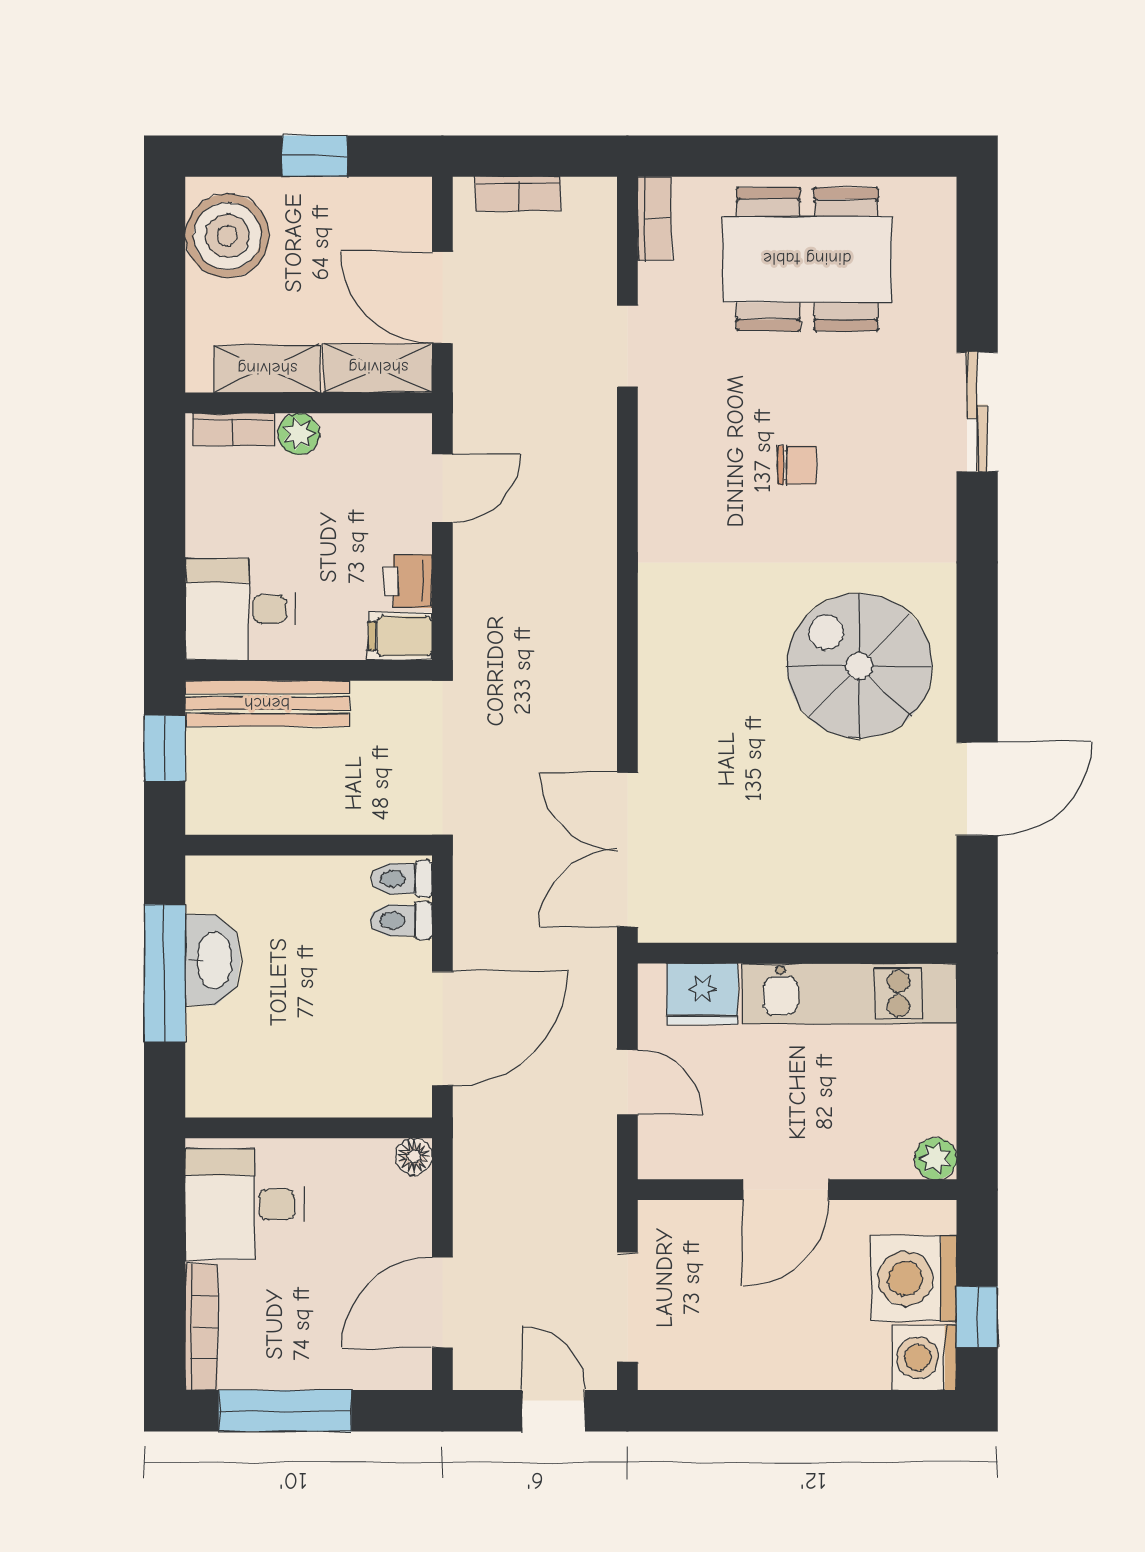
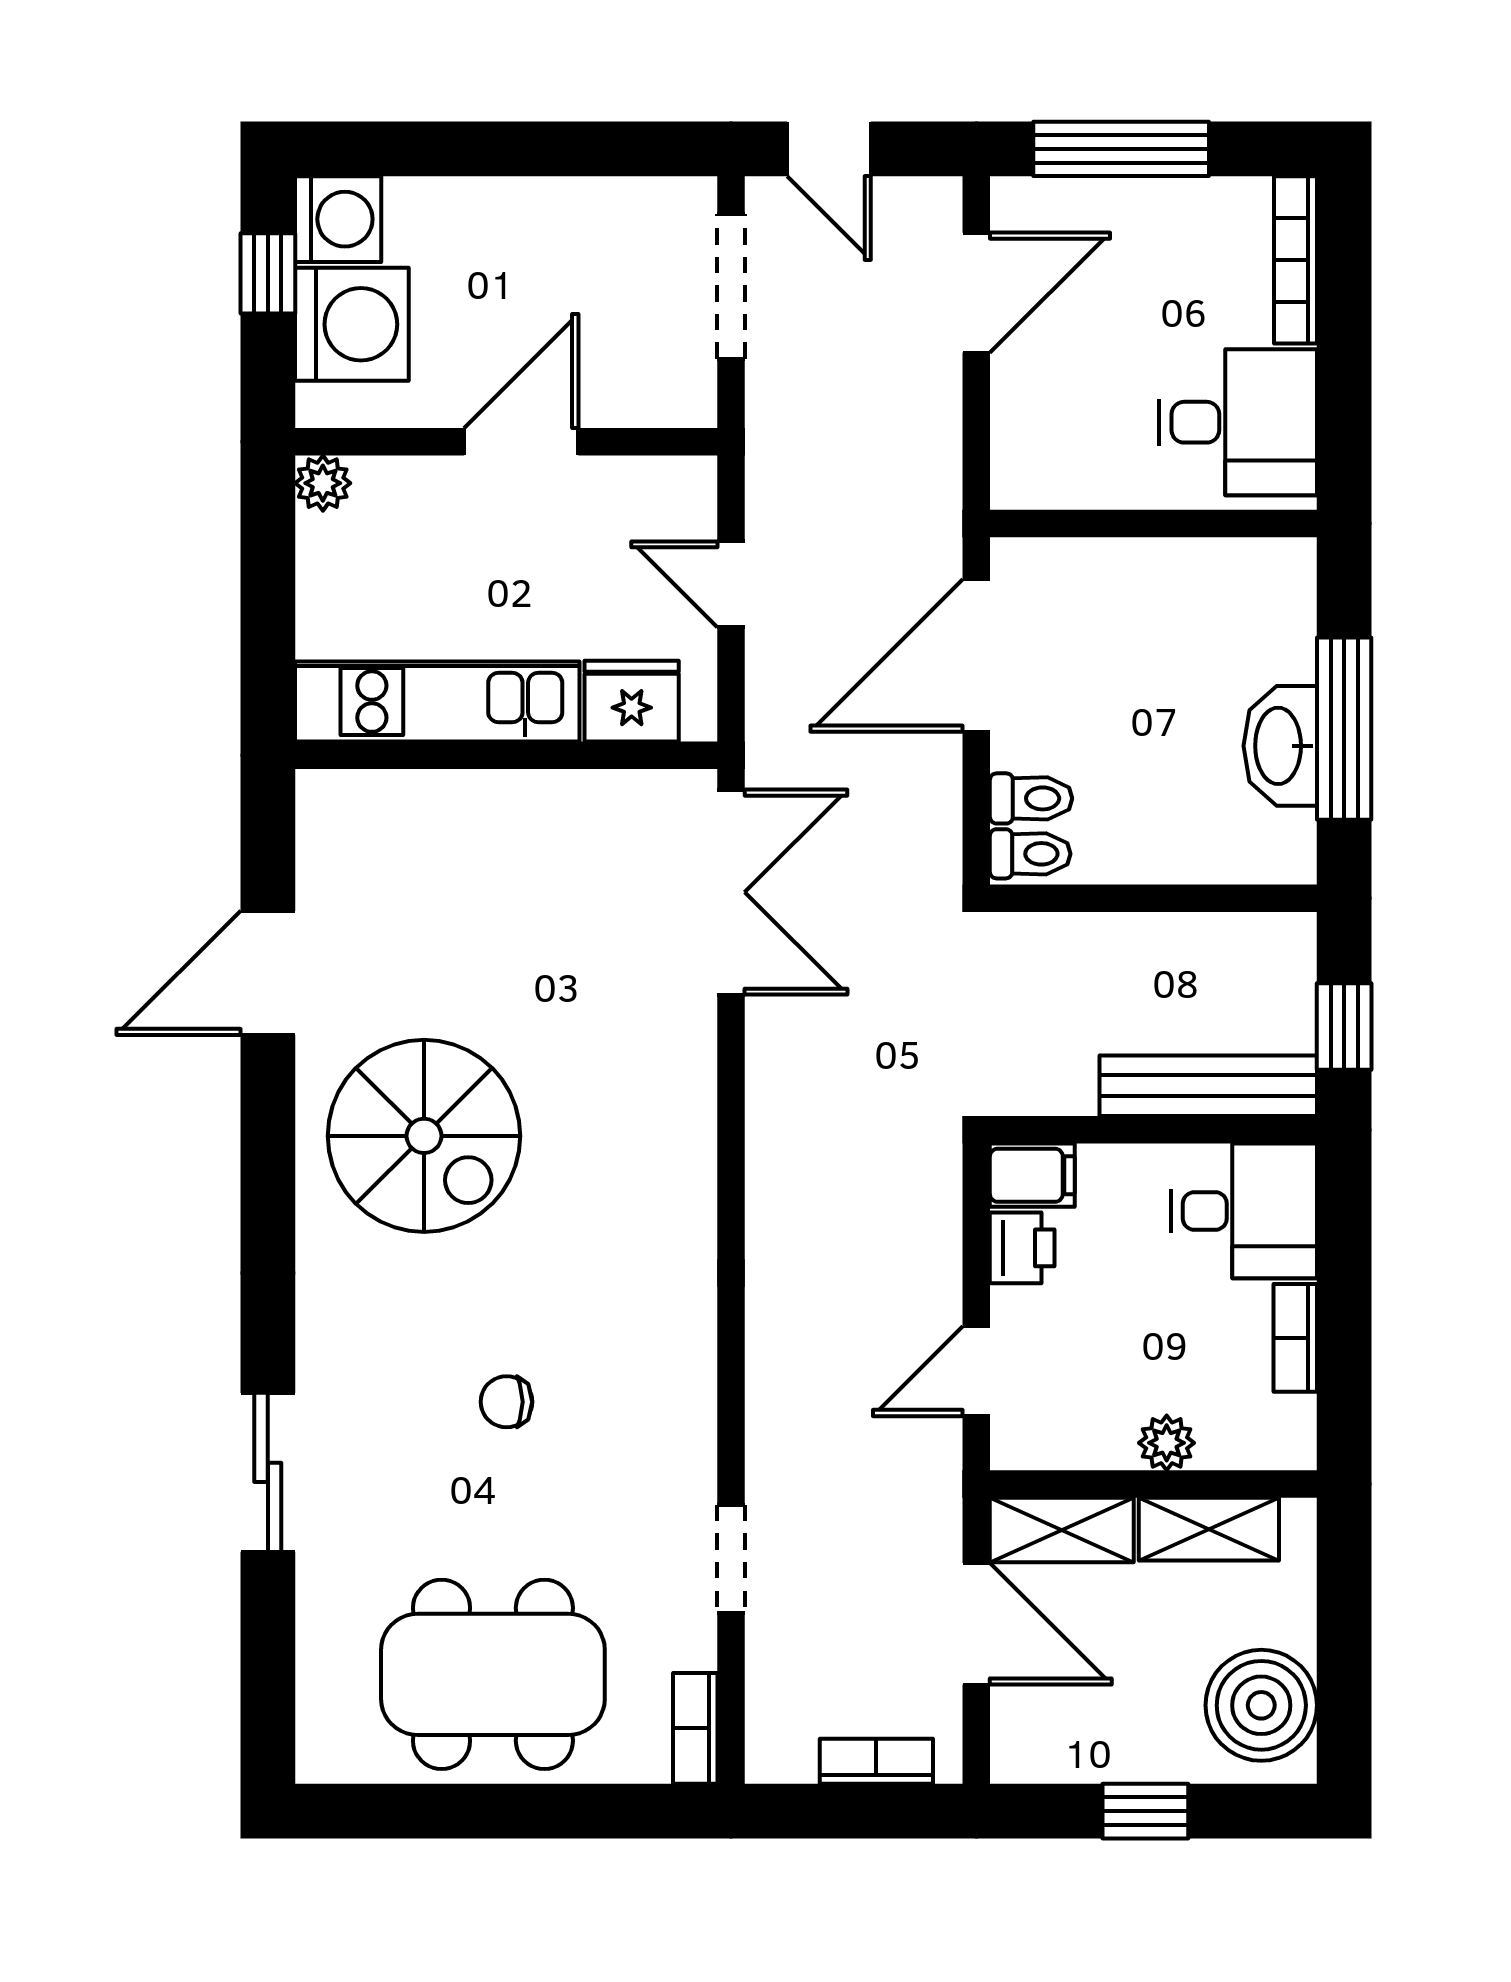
bookcase: (233, 430) -> (1295, 1338), moved, turned -90
floor lamp: (414, 1156) -> (1014, 486), removed
window: (285, 1411) -> (1121, 149), moved

